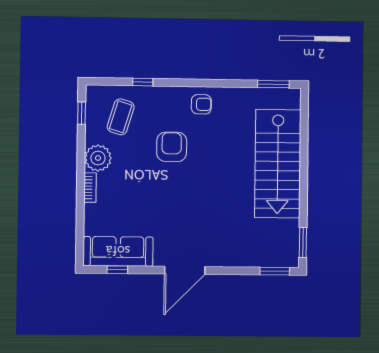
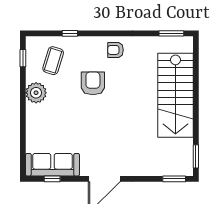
armchair: (201, 104) -> (115, 50), turned 180
bookcase: (90, 188) -> (30, 116), removed

